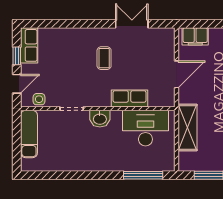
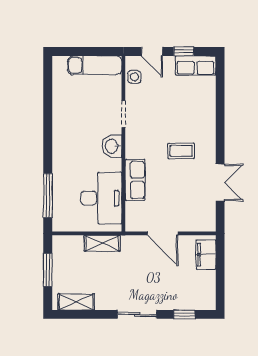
shelving: (187, 128) -> (102, 243), width x0.67, depth x0.75

